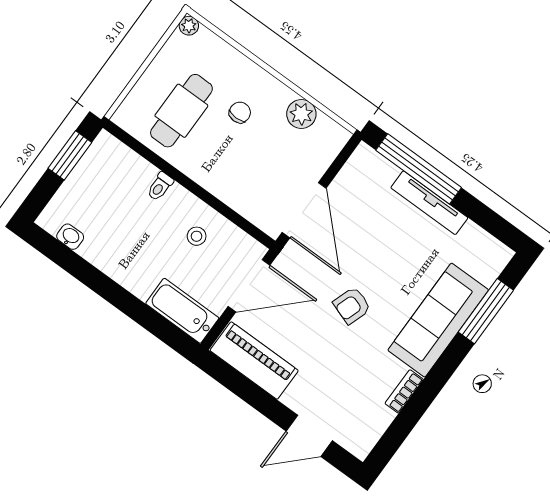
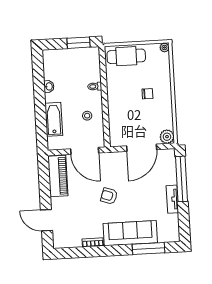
cafe table: (181, 111) -> (126, 56), moved
plant: (301, 114) -> (167, 137), moved
tv unit: (429, 203) -> (172, 199), width x0.71
door: (304, 210) -> (142, 148), moved
washbasin: (70, 237) -> (49, 86), moved
bathtub: (182, 311) -> (54, 119), moved

